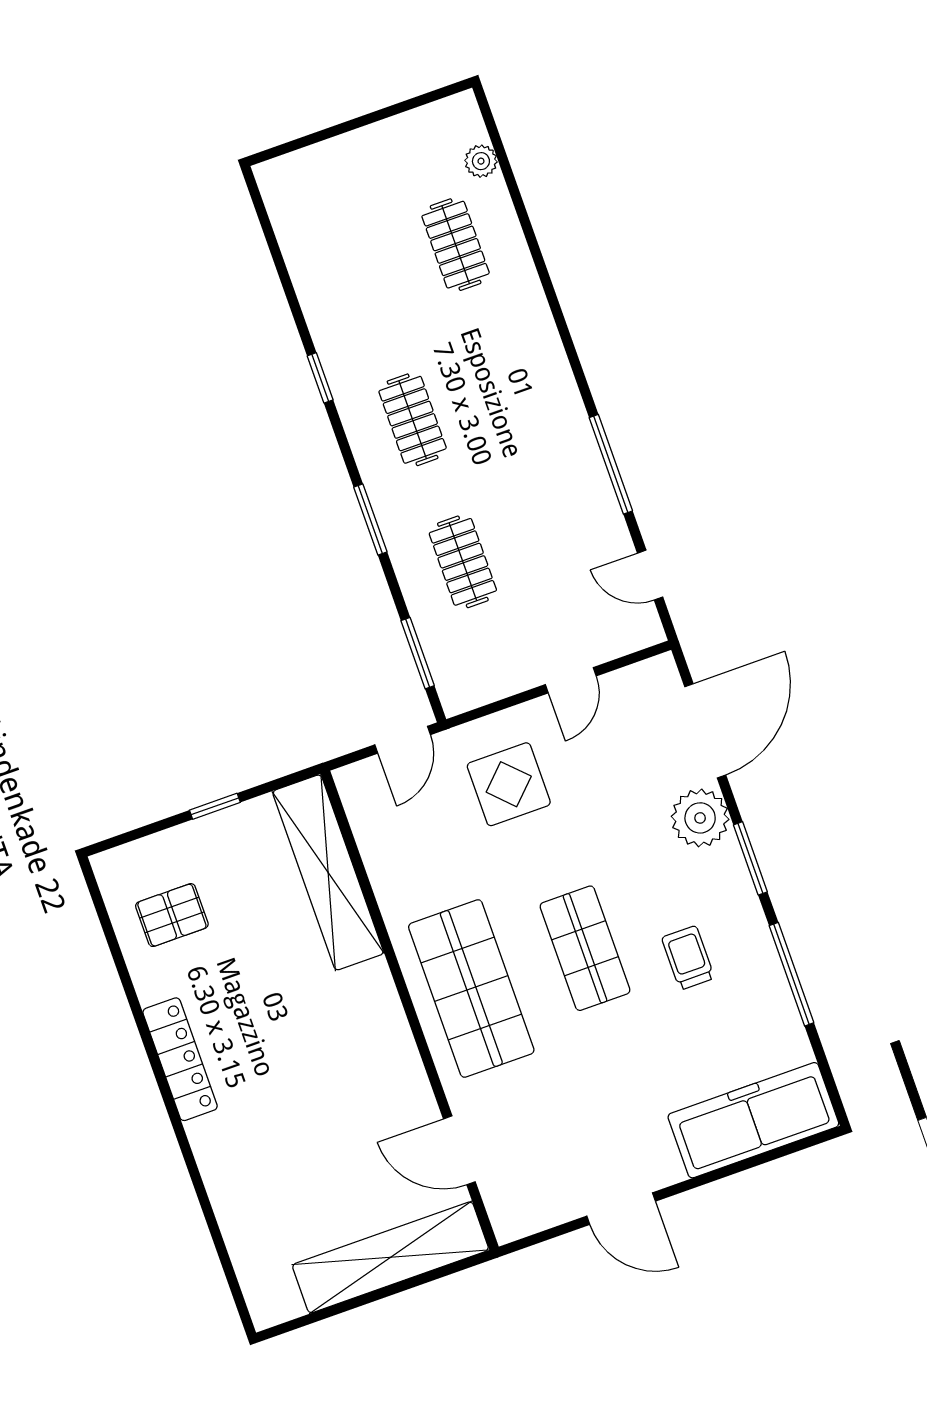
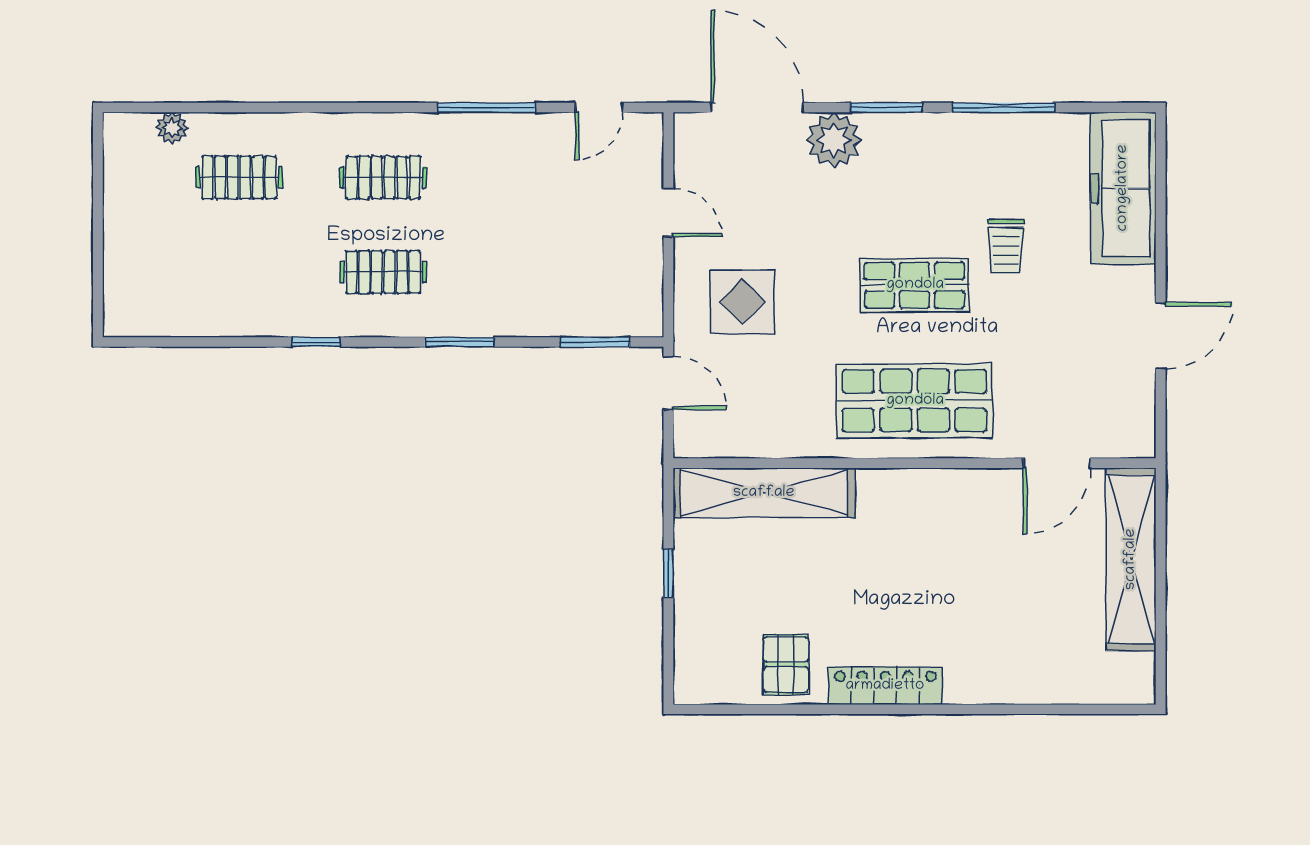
clothes rail: (463, 562) -> (383, 177), moved
pallet: (172, 915) -> (786, 665), moved
trolley: (688, 958) -> (1006, 247), moved, turned -90

